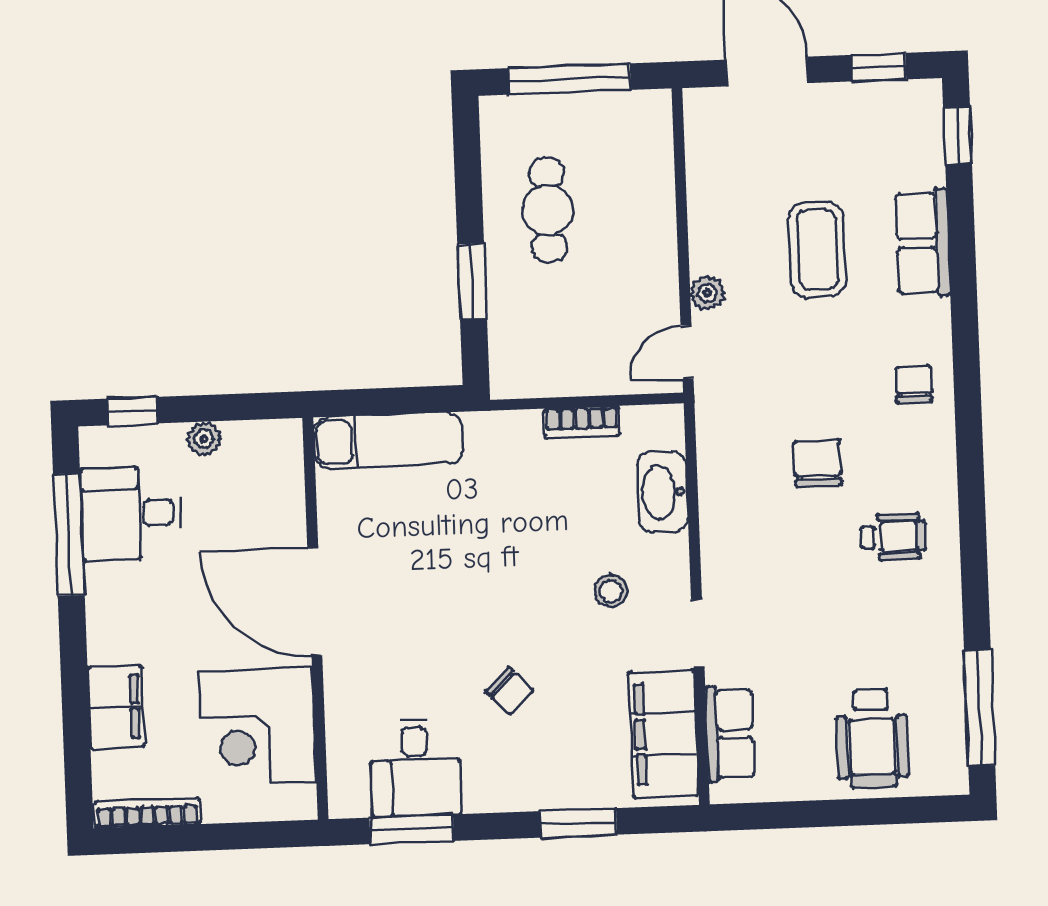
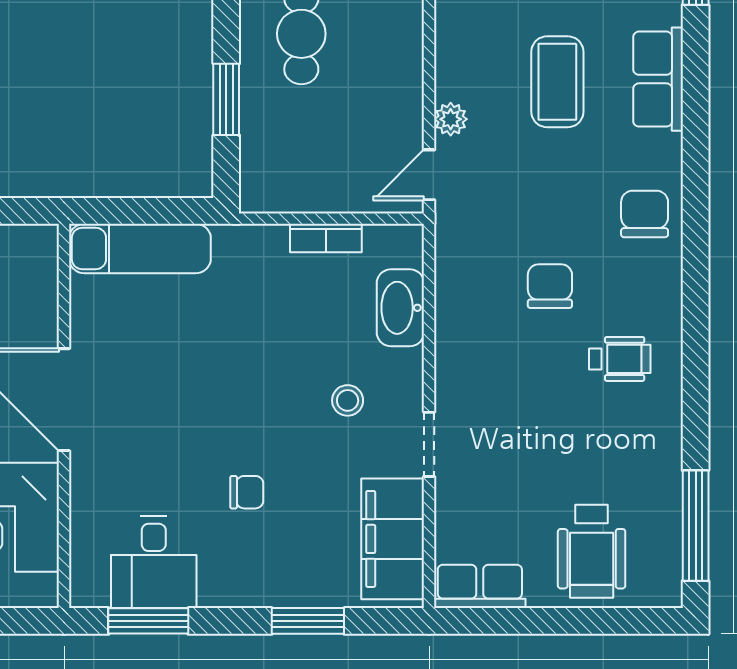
chair: (914, 384) -> (645, 214), width x1.37, depth x1.37
chair: (509, 691) -> (247, 492), turned -46
row of seats: (730, 734) -> (480, 586), moved, turned -90

